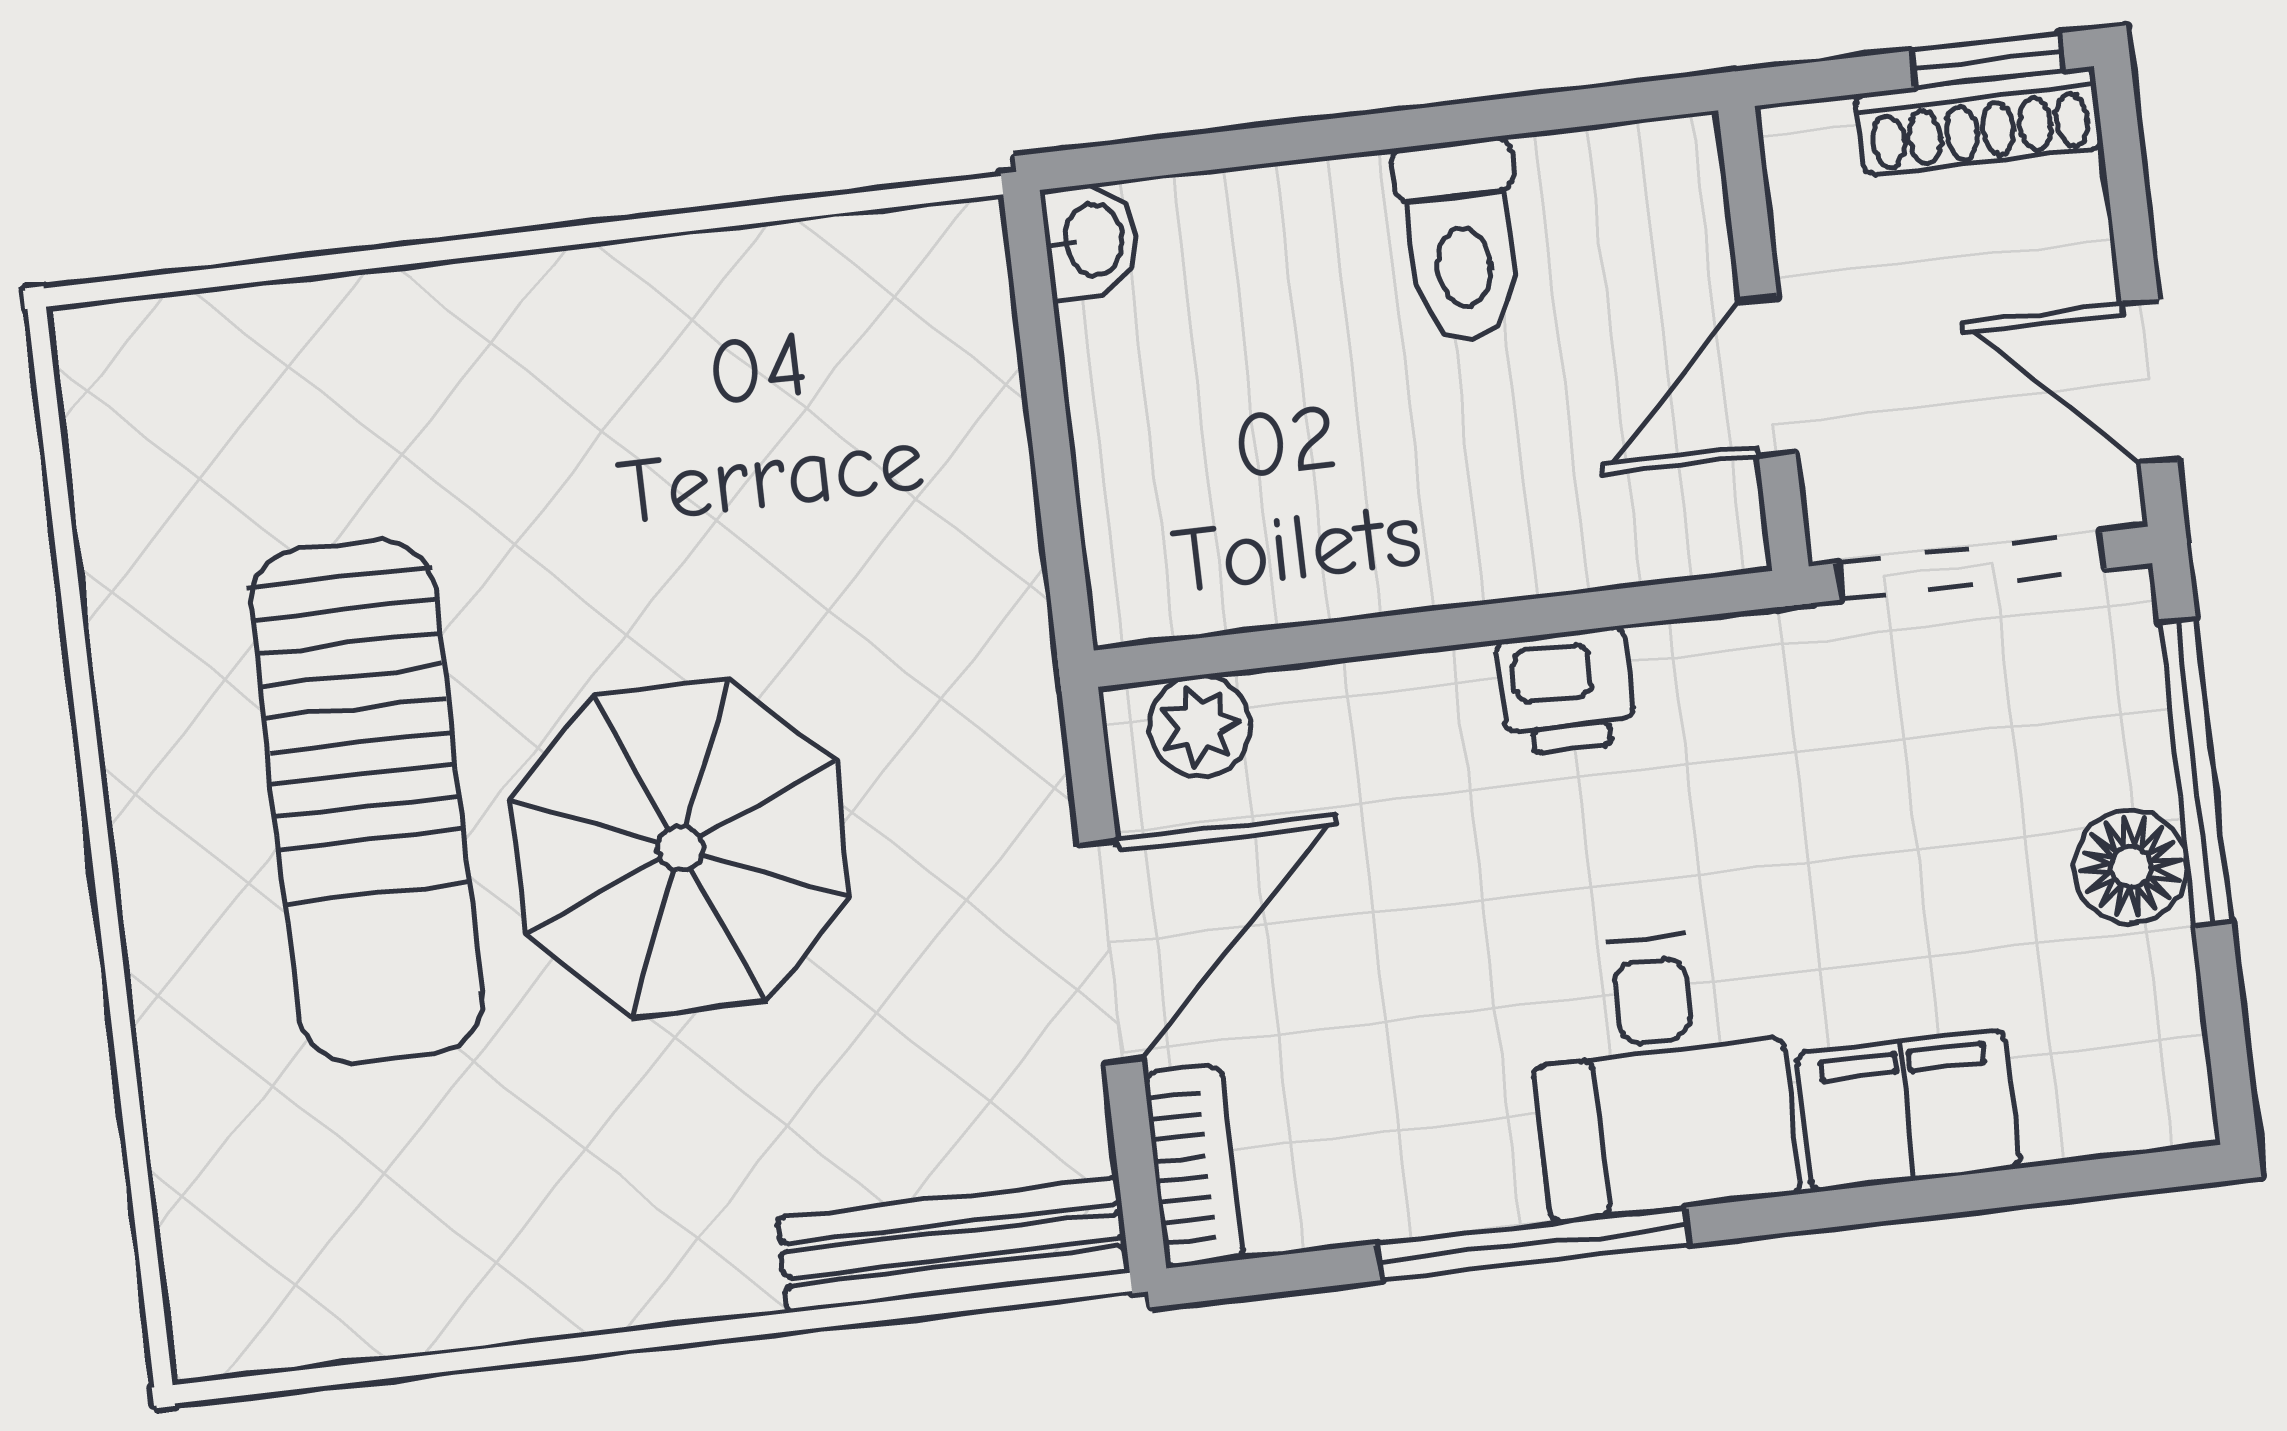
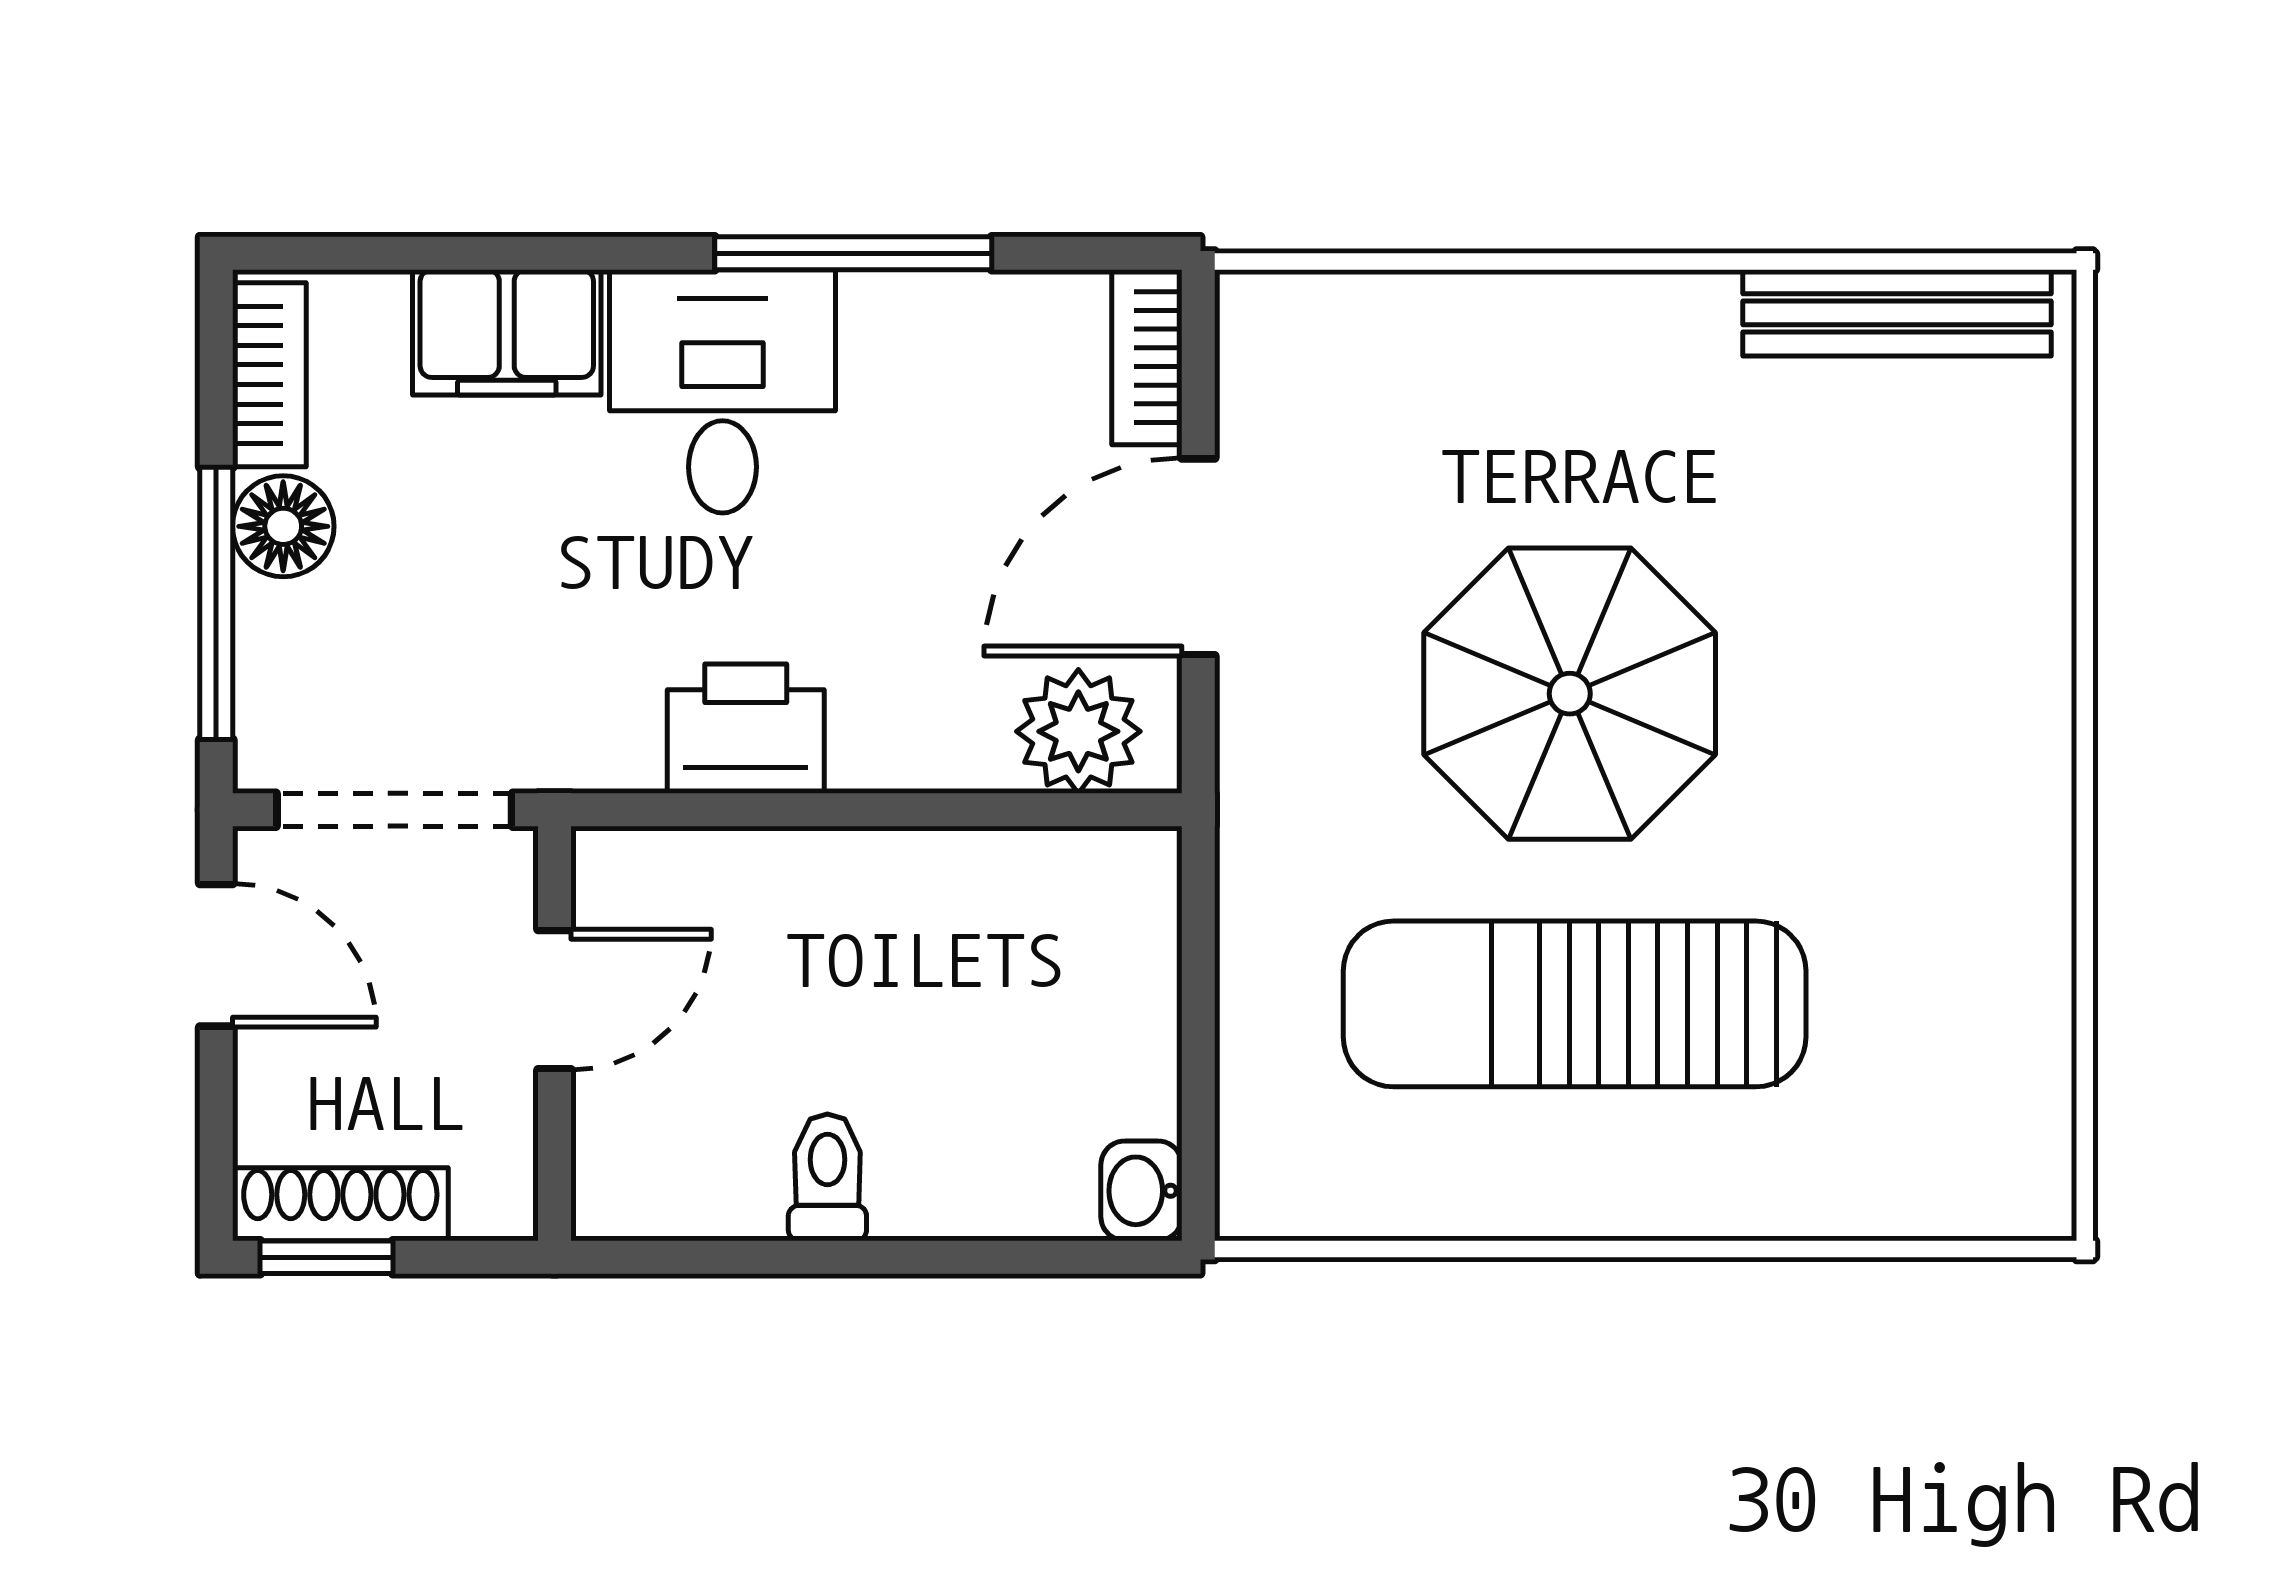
toilet: (1461, 240) -> (827, 1177), width x0.73, depth x0.72
printer: (1566, 691) -> (746, 729), width x1.36, depth x1.24
plant: (1200, 726) -> (1078, 731), width x1.38, depth x1.38
sun lounger: (366, 801) -> (1575, 1004), moved, turned -90
bookcase: (2166, 1033) -> (269, 375), added
bench: (953, 1245) -> (1897, 313), moved

